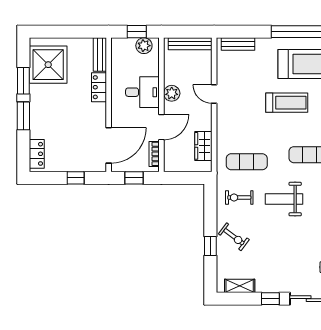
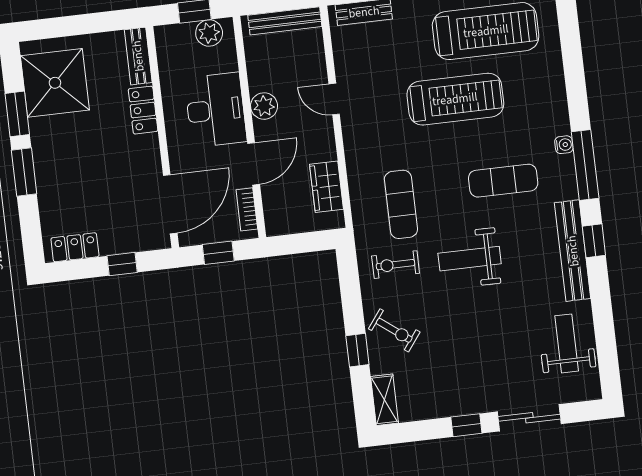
desk: (142, 92) -> (216, 110), width x1.37
treadmill: (287, 103) -> (455, 99), width x1.37, depth x1.38
locker: (37, 154) -> (75, 247), moved, turned -90
exercise mat: (247, 162) -> (401, 204), turned 90
shelving: (240, 286) -> (385, 400), moved, turned 90

